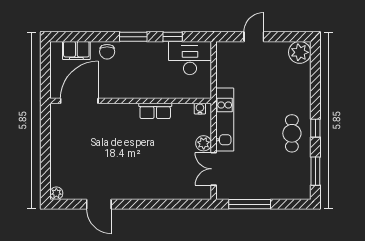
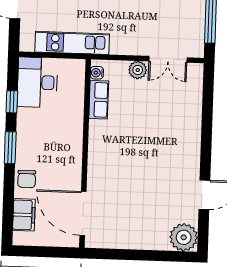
chair: (107, 52) -> (27, 179), turned 90
row of seats: (155, 111) -> (99, 100), moved
kitchen unit: (225, 120) -> (72, 43), moved
plant: (56, 193) -> (184, 237), width x1.87, depth x1.87

